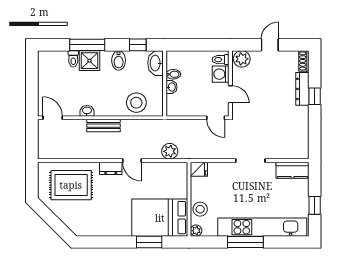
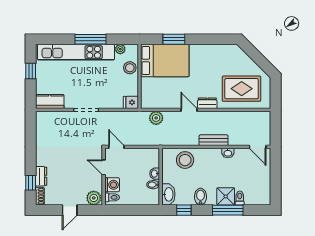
dresser: (302, 89) -> (41, 176), width x0.70
window: (315, 96) -> (31, 183), moved
plant: (196, 231) -> (120, 49), moved

